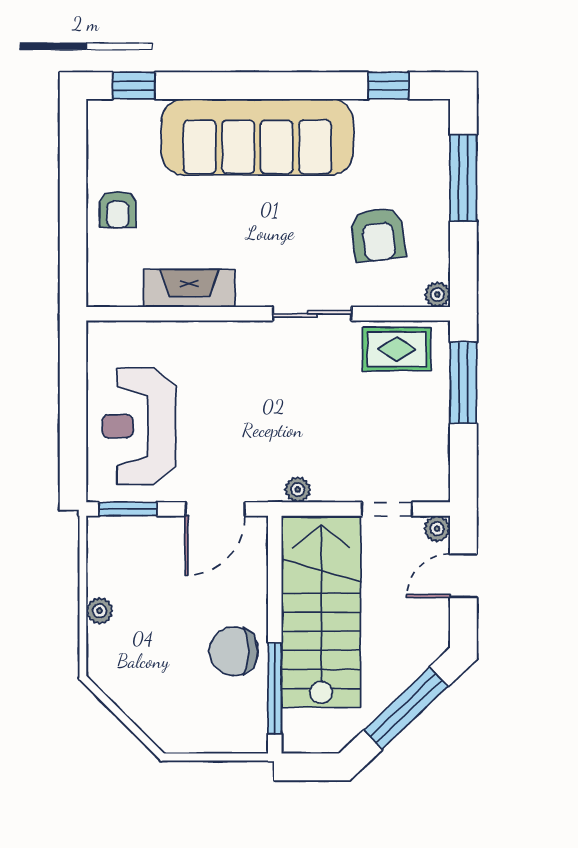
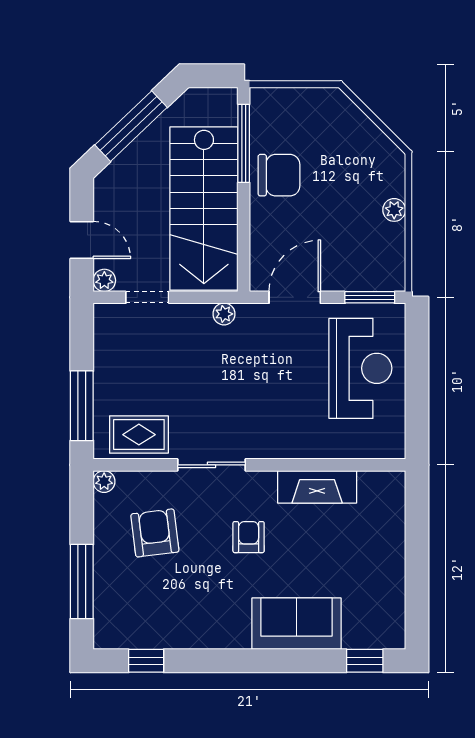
sofa: (257, 137) -> (296, 624), width x0.54, depth x0.79
armchair: (118, 209) -> (249, 537), moved
door: (463, 576) -> (82, 240), hinge flipped

